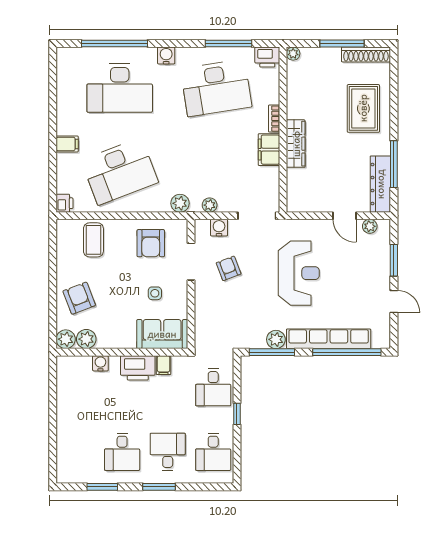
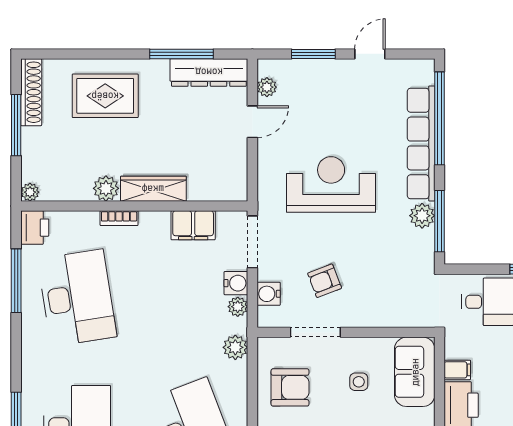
water cooler: (166, 55) -> (236, 283), moved, turned 180
plant: (296, 109) -> (106, 188), added
filing cabinet: (269, 150) -> (193, 225), moved

